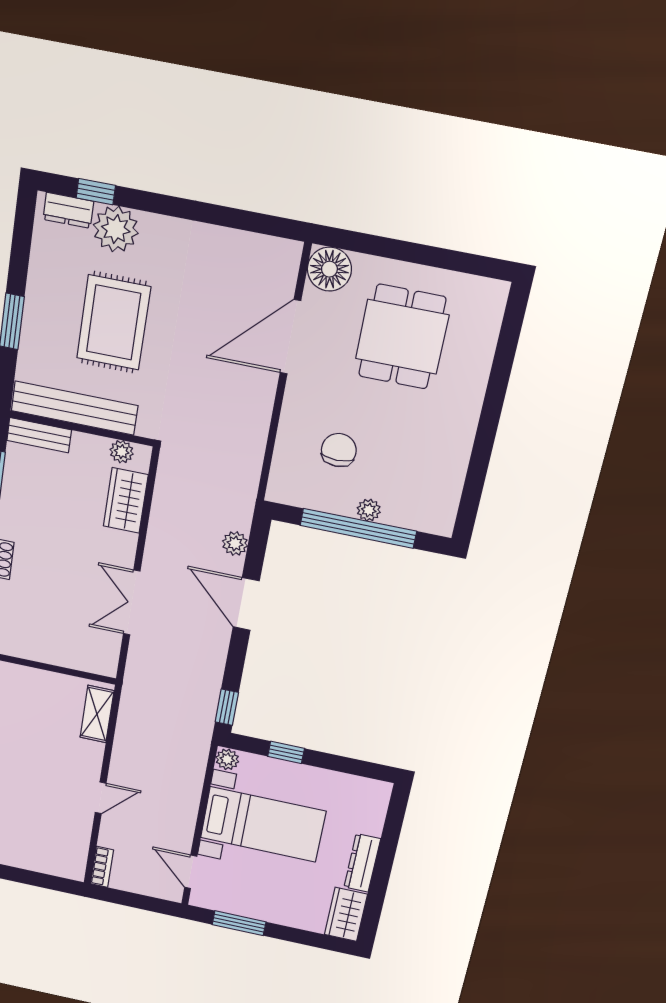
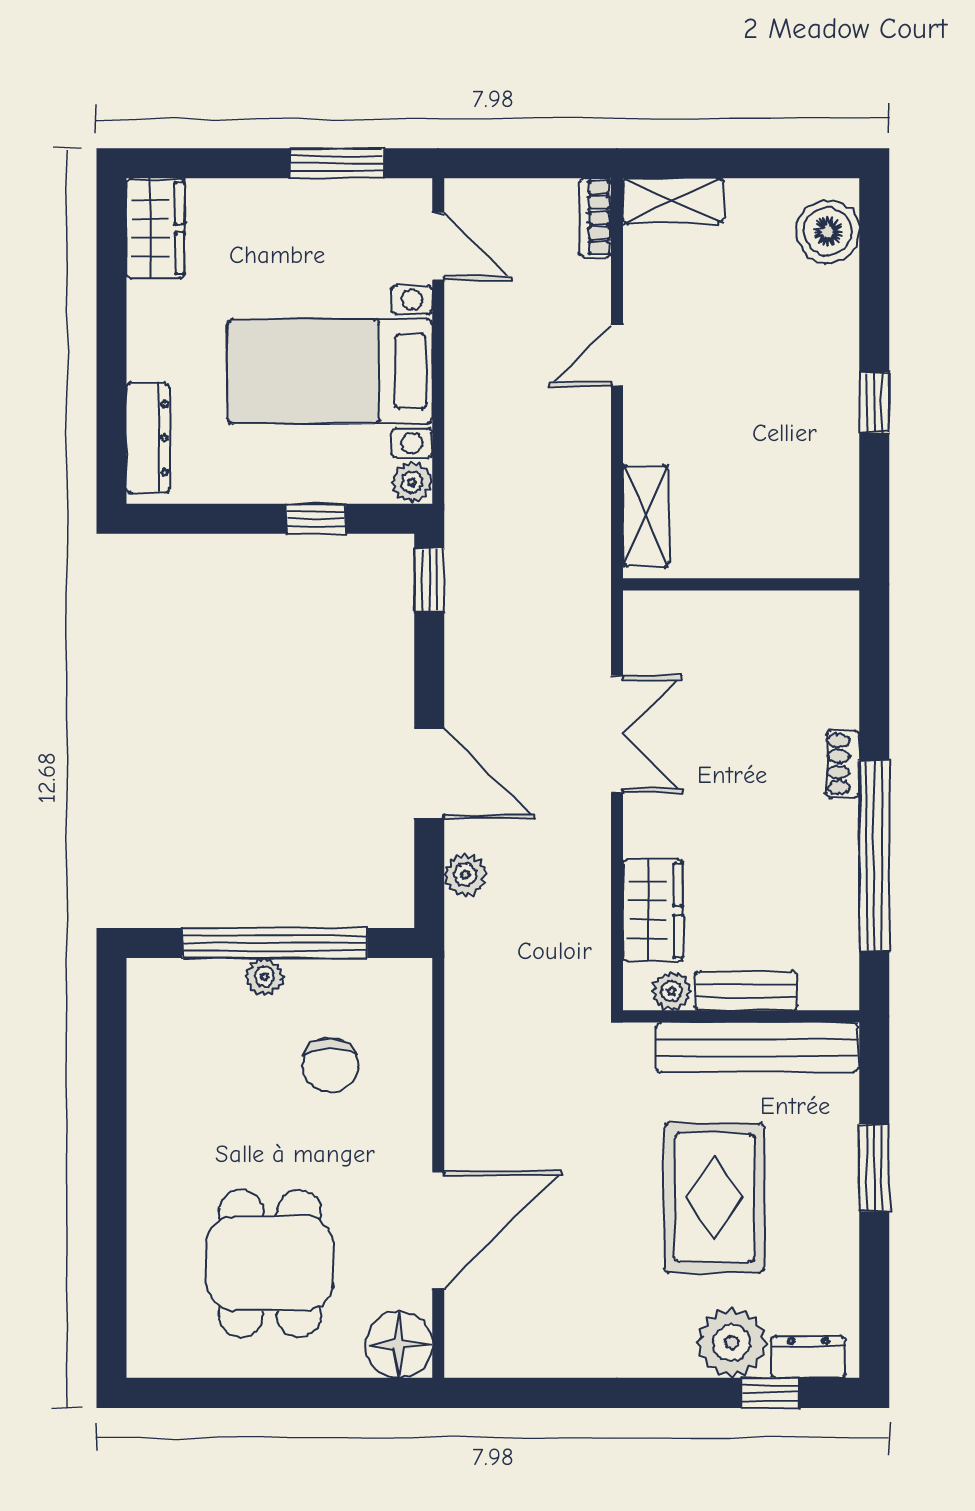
bench: (39, 435) -> (746, 991), moved
dresser: (362, 863) -> (148, 438), moved
shelving: (58, 866) -> (673, 201), added

